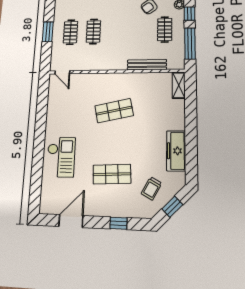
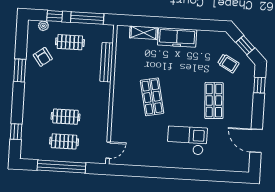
window: (48, 32) -> (61, 167), width x2.11
shelving: (179, 85) -> (144, 33), moved
freezer: (176, 151) -> (177, 37), moved
checkout: (61, 157) -> (187, 141), moved
window: (118, 223) -> (259, 85), moved

